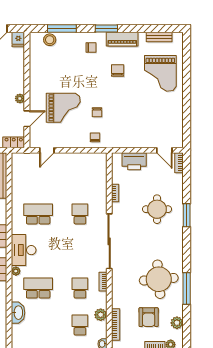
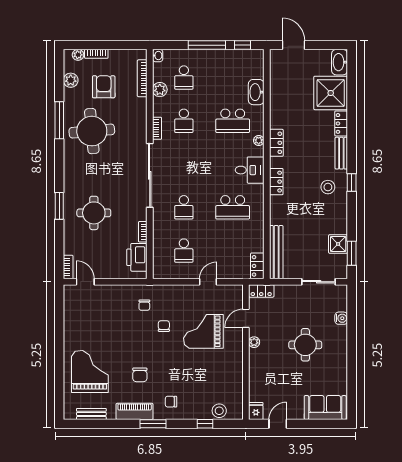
window: (62, 29) -> (205, 424), width x0.46
chair: (95, 137) -> (144, 305), moved
door: (47, 150) -> (208, 282), moved
printer: (134, 161) -> (137, 257), moved, turned -90
locker: (17, 164) -> (257, 266), added
school desk: (80, 177) -> (184, 251), added
desk: (24, 250) -> (250, 170), width x0.73

